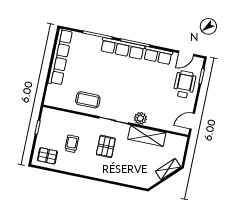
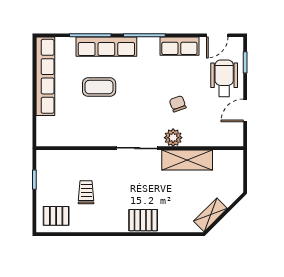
row of seats: (122, 48) -> (106, 47), moved
chair: (148, 95) -> (178, 104), added
coffee table: (88, 100) -> (99, 87), moved
door: (192, 121) -> (245, 110), moved
pallet: (106, 146) -> (143, 220), moved, turned 90
shelving: (168, 169) -> (210, 215), moved

